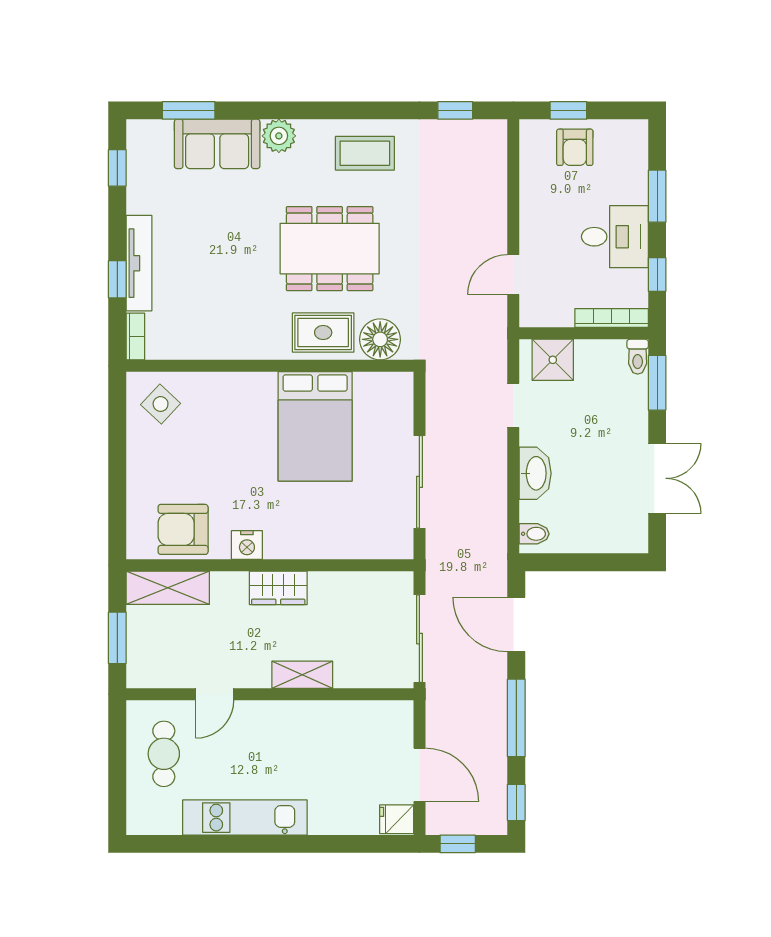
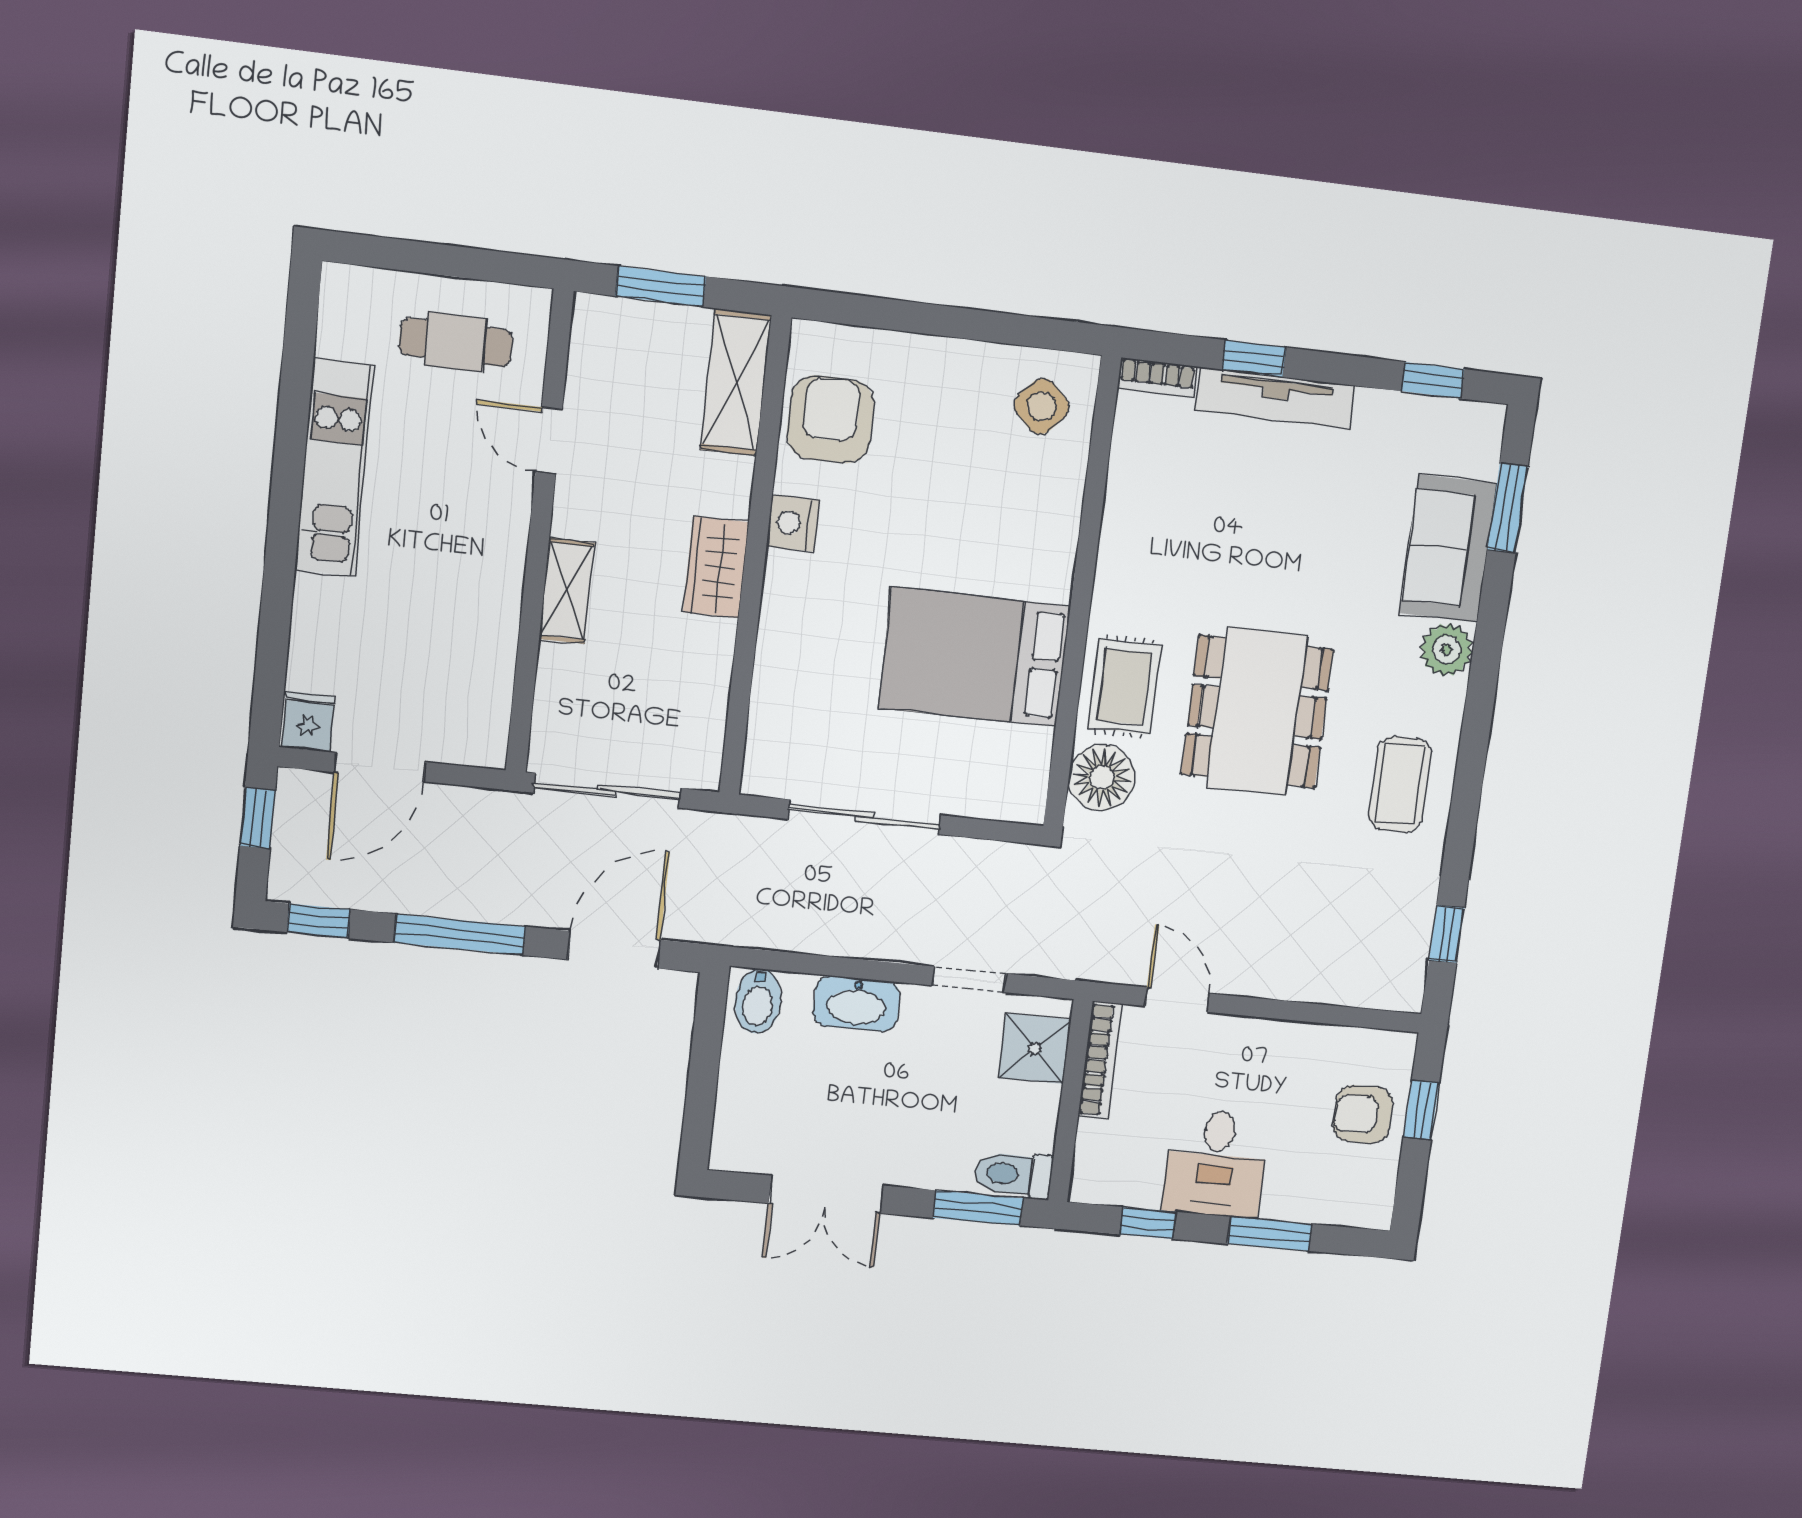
bookcase: (612, 318) -> (1100, 1060), moved
toilet: (638, 357) -> (1013, 1174), width x1.37, depth x1.39
bidet: (534, 534) -> (758, 1001), width x1.38, depth x1.36

